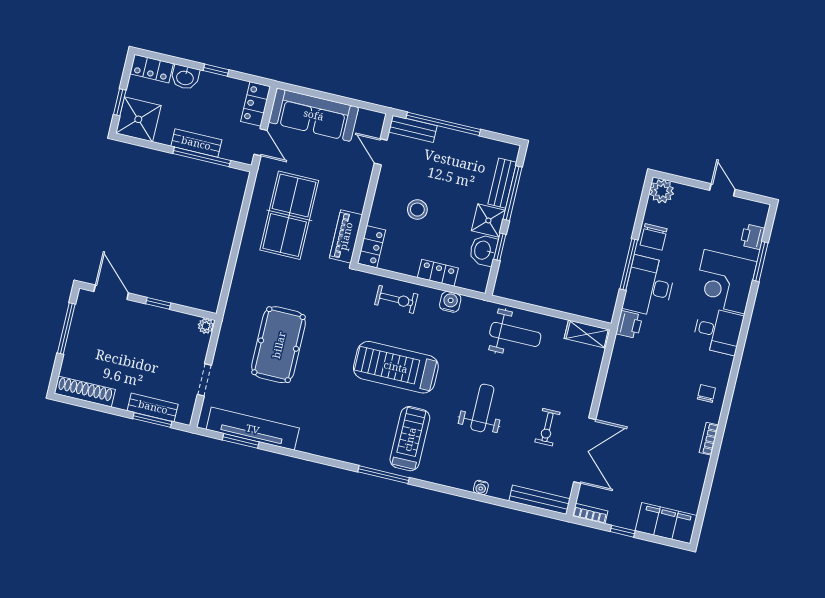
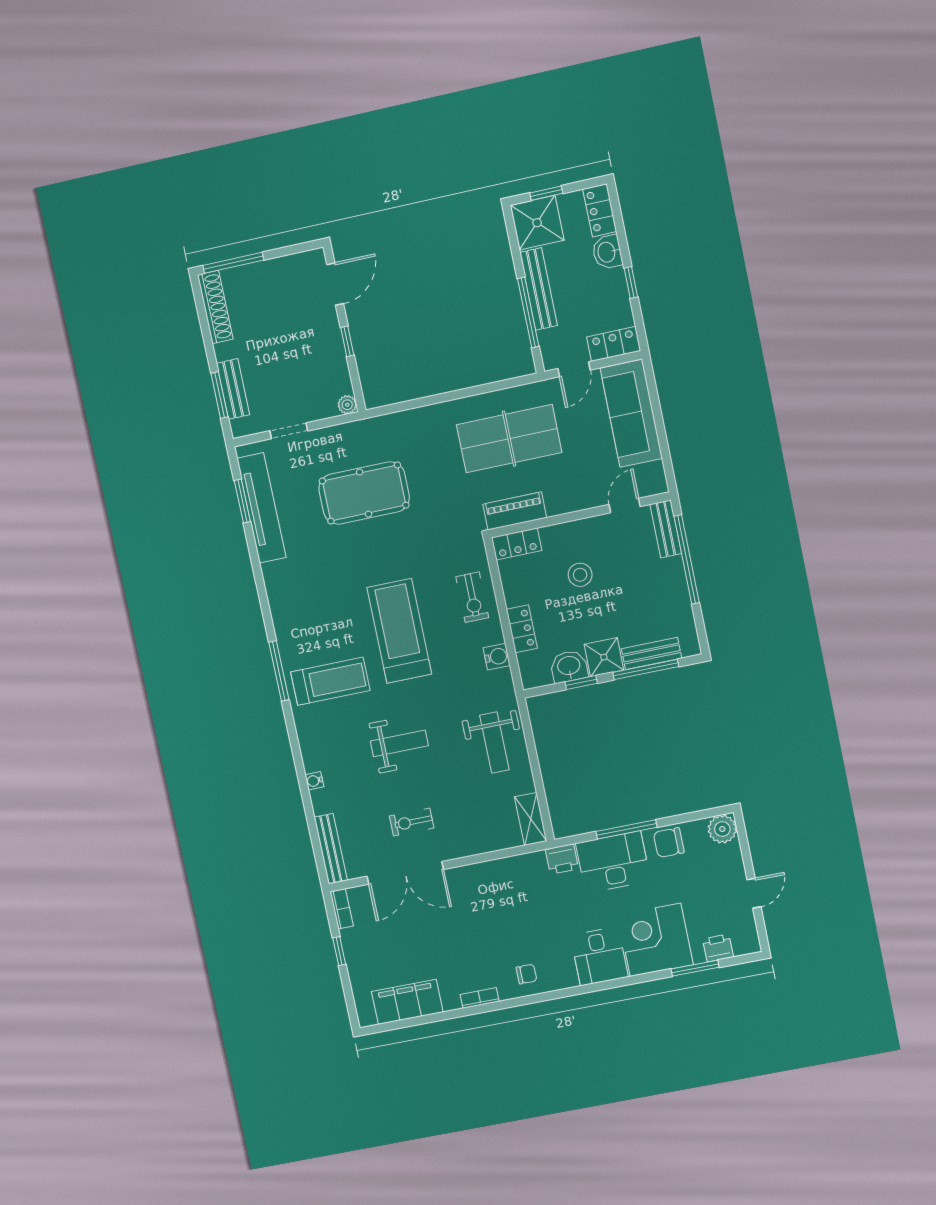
bench: (196, 143) -> (539, 289), width x1.36
window: (66, 328) -> (233, 263), moved
filing cabinet: (666, 523) -> (407, 1002), moved, turned -90

